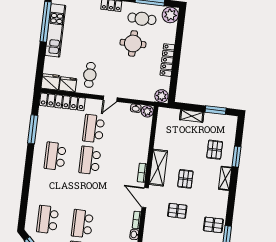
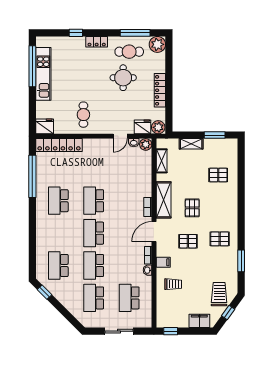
fridge: (68, 84) -> (142, 127), moved
door: (110, 99) -> (120, 136), moved
window: (33, 129) -> (32, 176), width x1.46
school desk: (94, 129) -> (94, 233), moved
pallet: (215, 150) -> (218, 175), turned 90
window: (237, 157) -> (241, 179), removed
shelving: (225, 178) -> (162, 161), moved
door: (145, 198) -> (154, 232), hinge flipped
pallet: (213, 225) -> (220, 239), moved
filing cabinet: (151, 229) -> (163, 262), added

